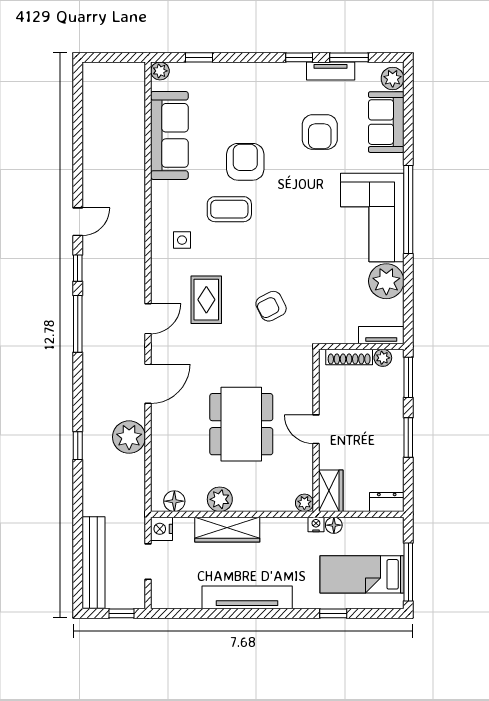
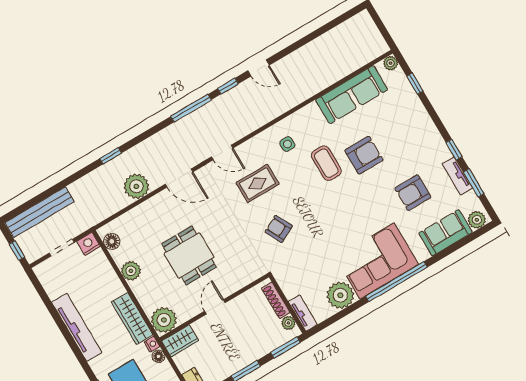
dining table: (241, 424) -> (189, 256), width x0.73
plant: (304, 503) -> (164, 320), width x1.88, depth x1.88
wardrobe: (227, 530) -> (132, 318), moved

